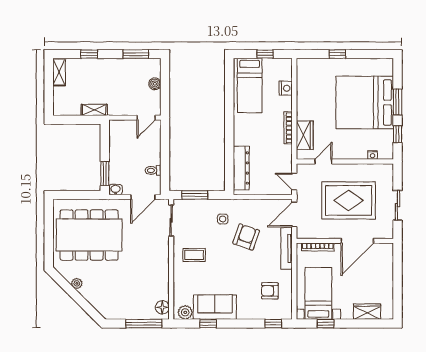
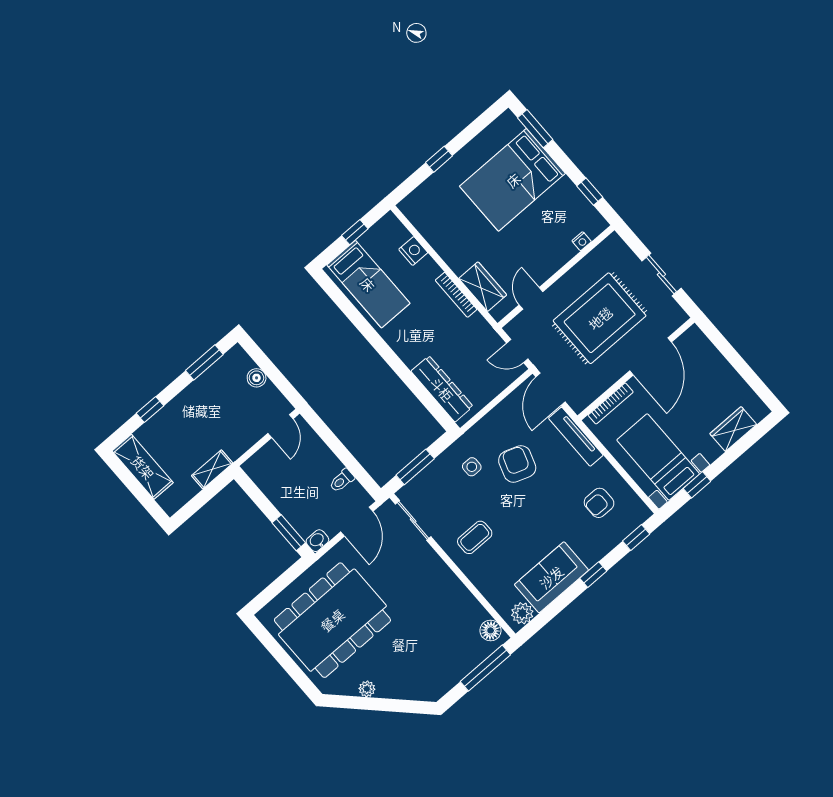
shelving: (59, 72) -> (143, 467), width x1.50, depth x1.33
bed: (365, 102) -> (513, 180), width x0.73
window: (398, 102) -> (535, 129), moved
window: (208, 324) -> (593, 575), moved

